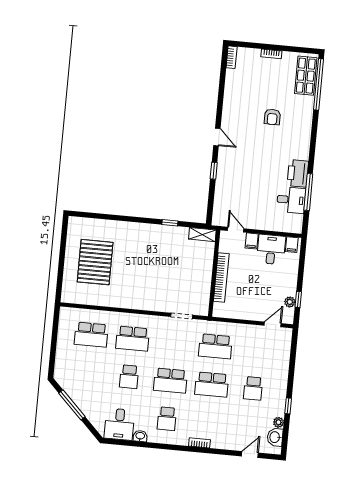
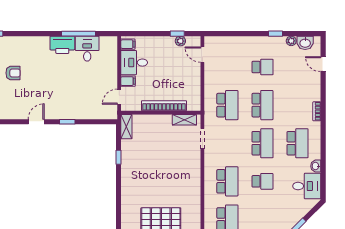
shelving: (204, 298) -> (184, 120), added
school desk: (167, 419) -> (298, 143), width x1.85

